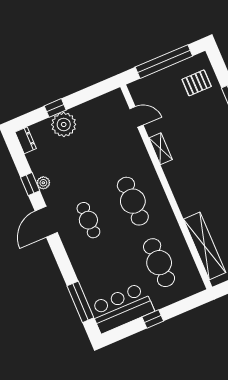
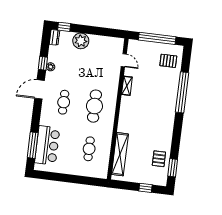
window: (55, 108) -> (64, 27), moved
cafe table: (159, 263) -> (89, 149), width x0.73, depth x0.74
bar counter: (122, 308) -> (47, 145), moved, turned 90
window: (153, 319) -> (67, 178), removed

